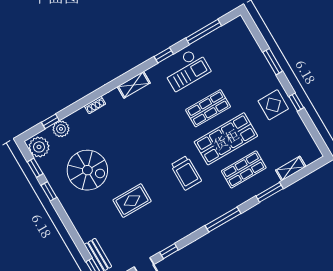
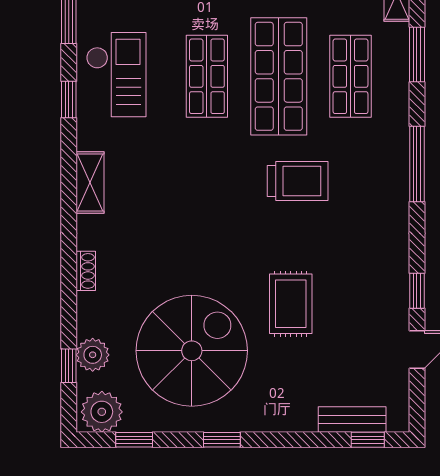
spiral stairs: (87, 170) -> (192, 351), width x1.37, depth x1.37
window: (49, 191) -> (222, 440), moved

